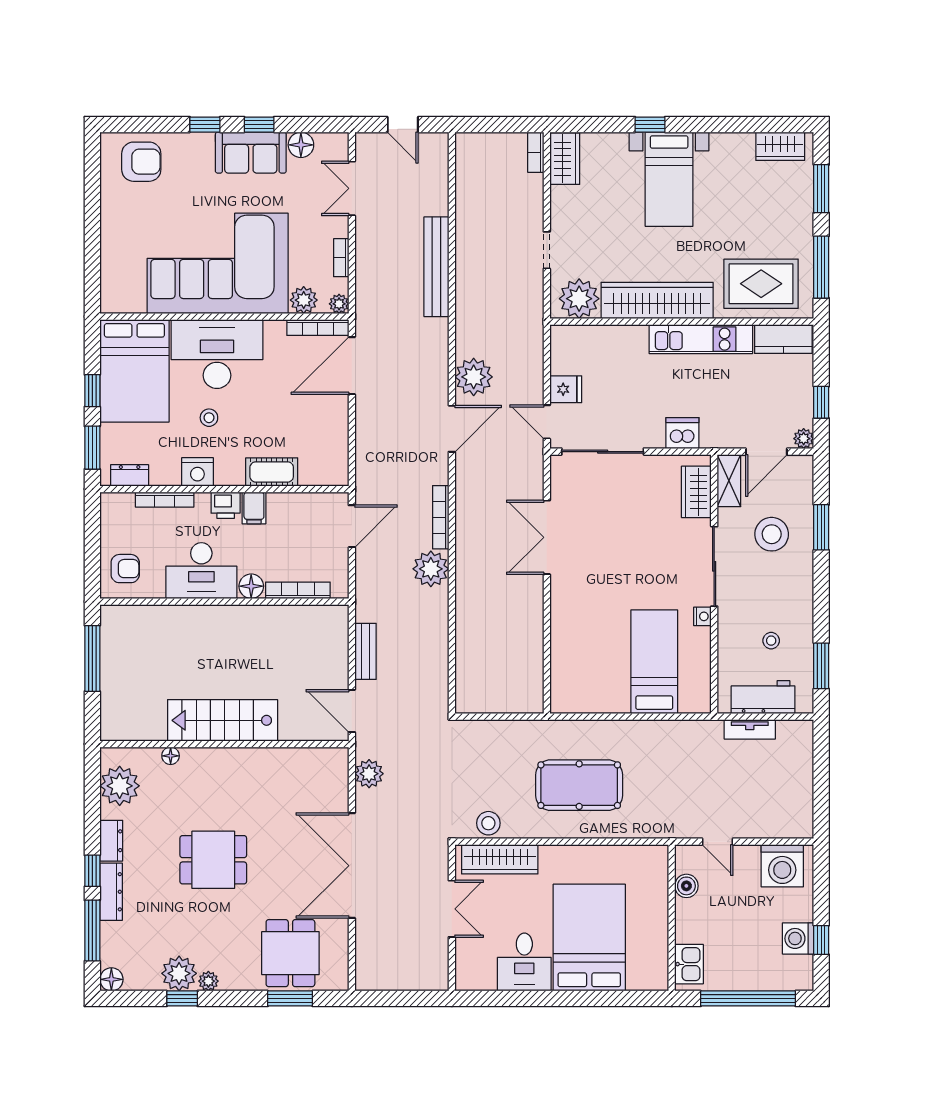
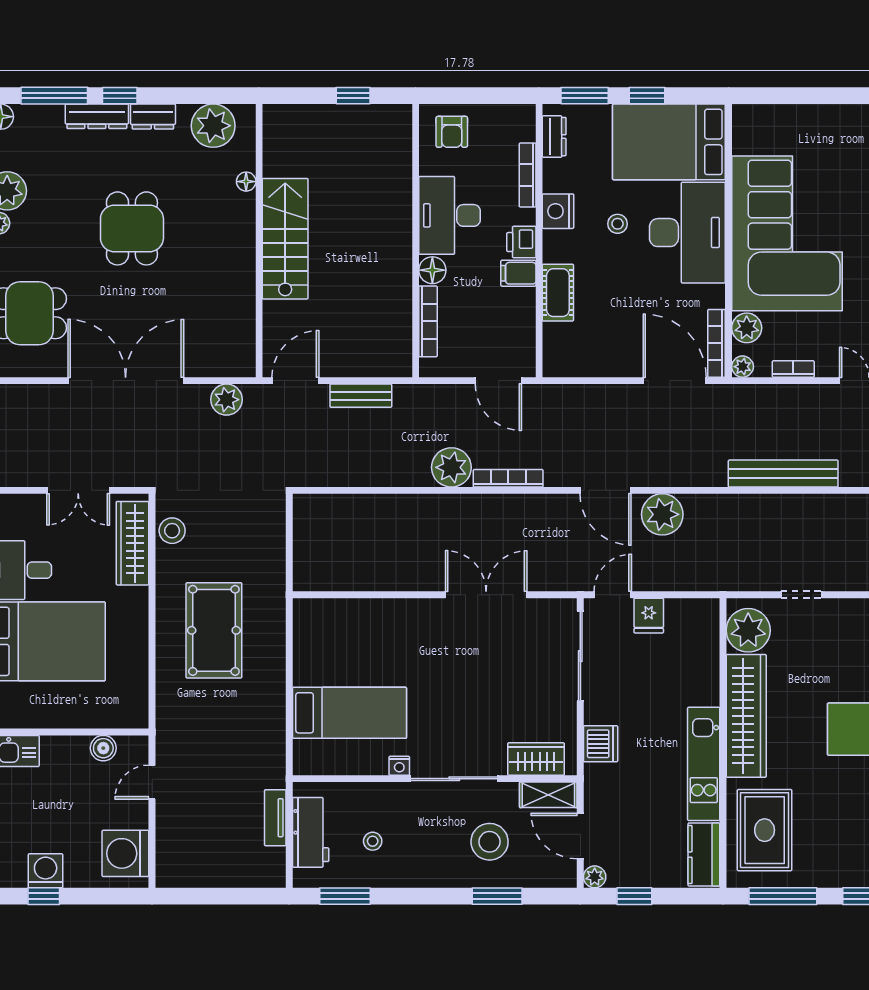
window: (92, 658) -> (353, 96), width x0.46

